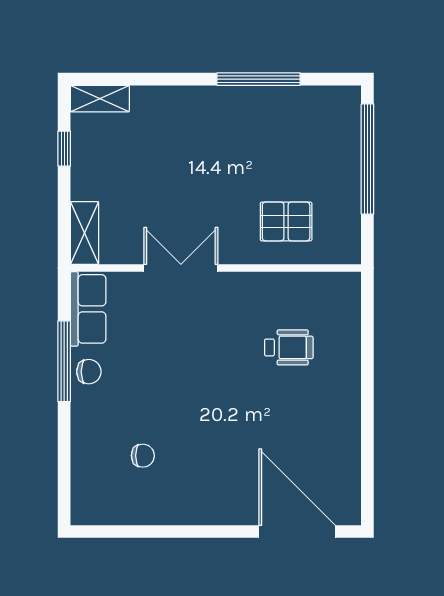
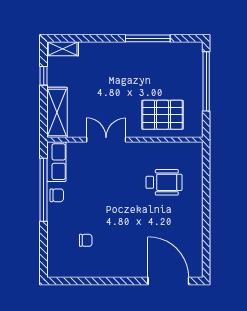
pallet: (286, 221) -> (163, 115), width x1.50, depth x1.42
shelving: (85, 233) -> (57, 112), width x1.50, depth x1.33
wheelchair: (289, 347) -> (164, 182), width x1.36, depth x1.37
window: (64, 361) -> (44, 190), width x1.46

